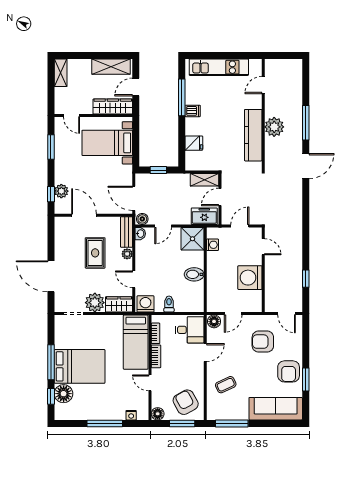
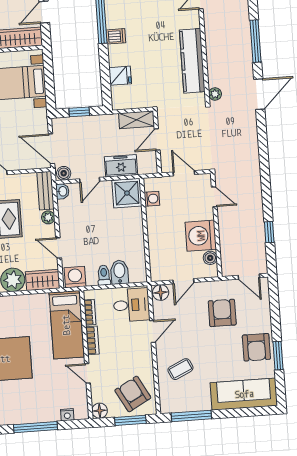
plant: (274, 127) -> (215, 94), moved, width x0.53, depth x0.53
freezer: (204, 216) -> (121, 166), moved
door: (240, 226) -> (184, 173), hinge flipped
bidet: (194, 274) -> (119, 272), moved, turned 90
boiler: (256, 296) -> (210, 258), added
armchair: (263, 342) -> (222, 313), turned 90

